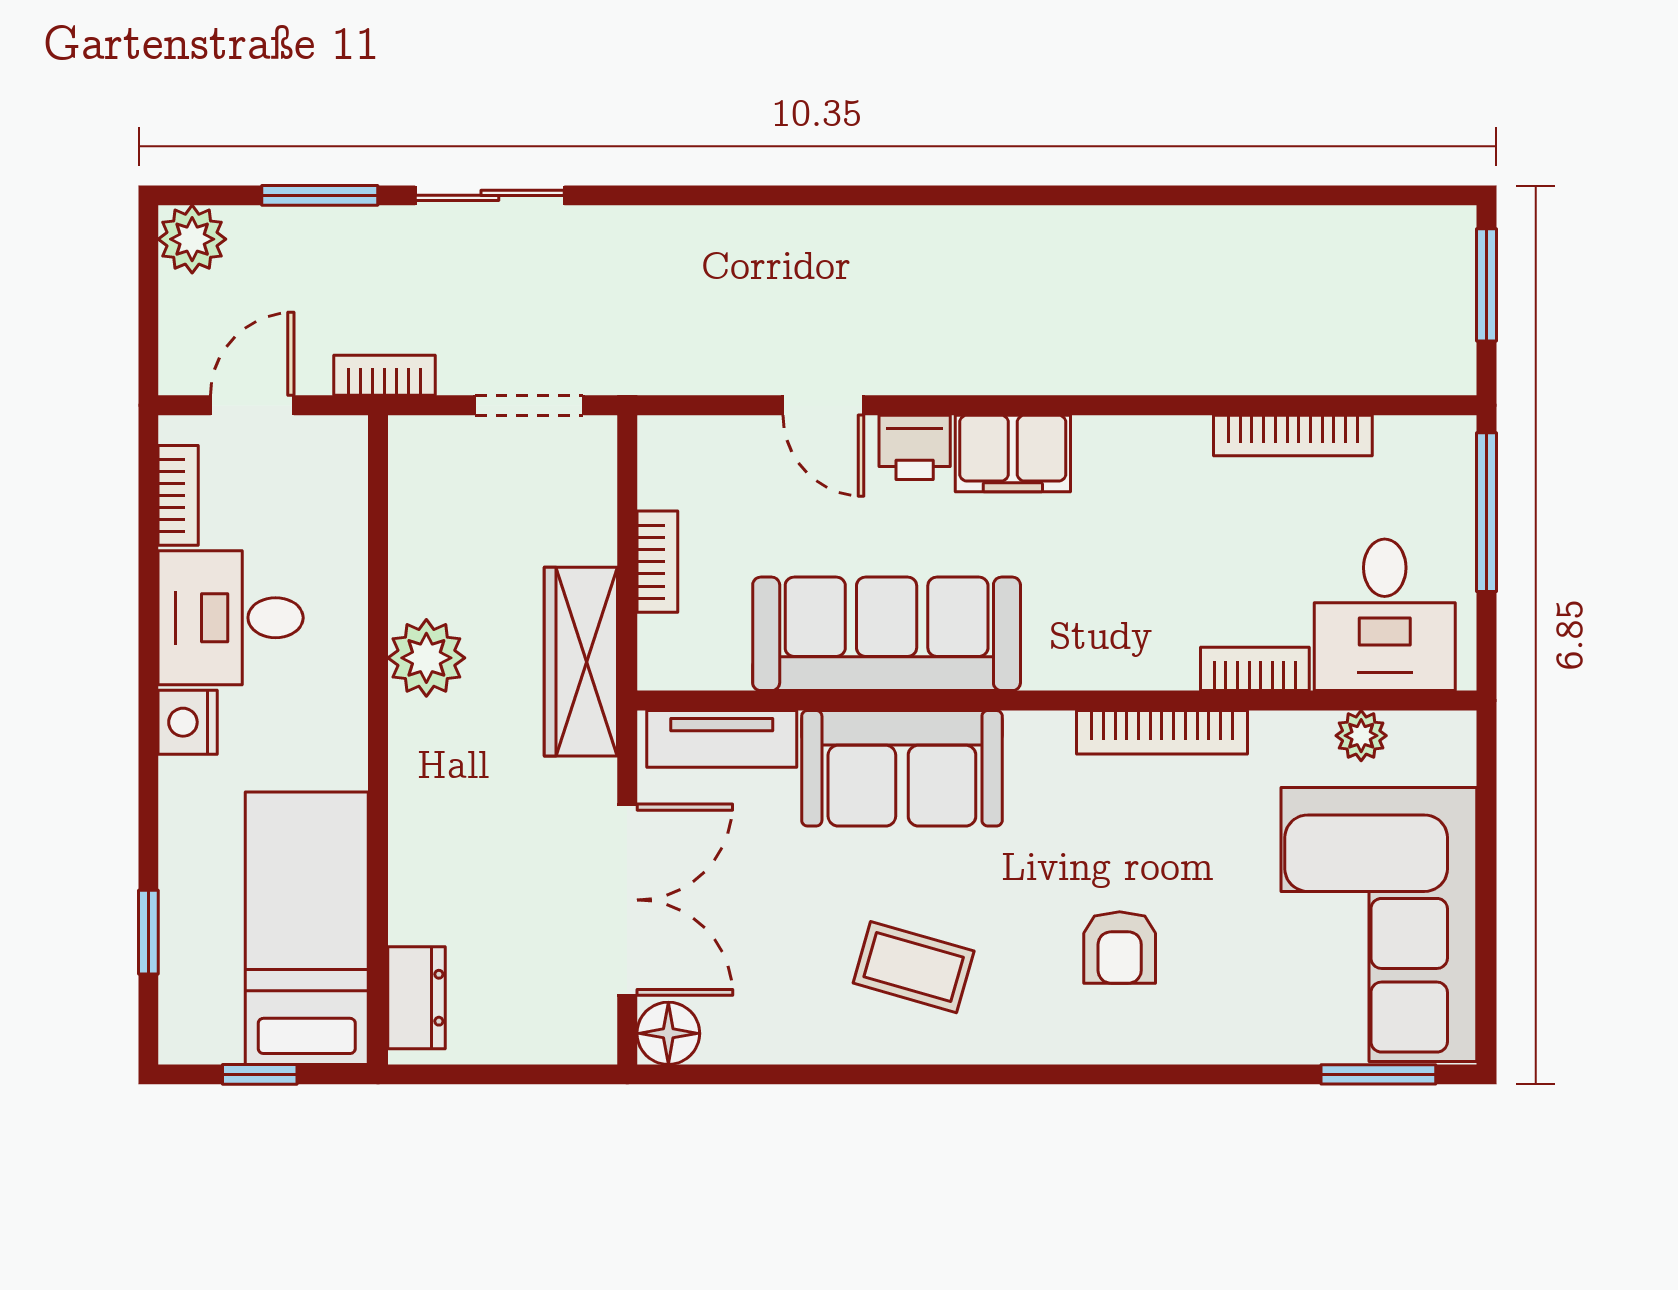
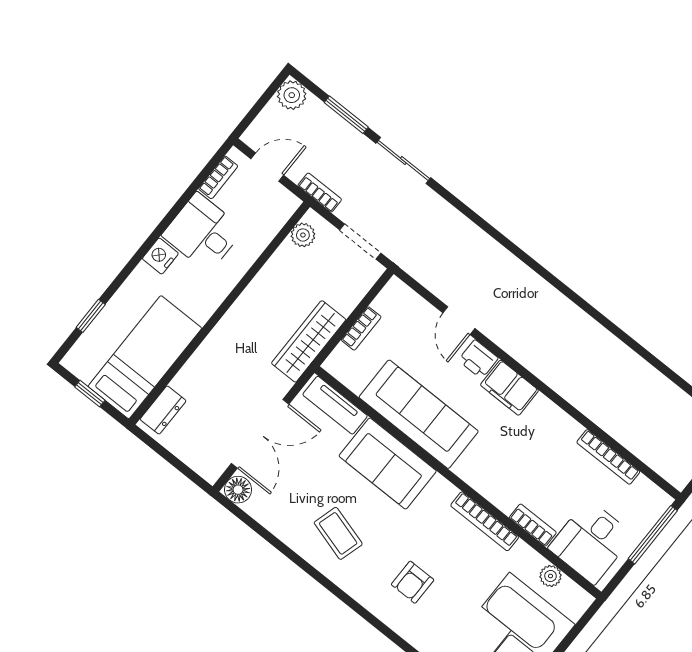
plant: (426, 658) -> (303, 235), moved, width x0.73, depth x0.73

